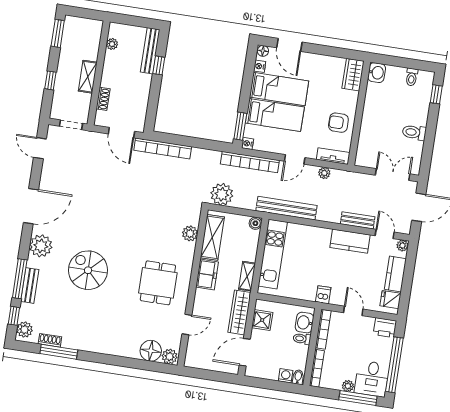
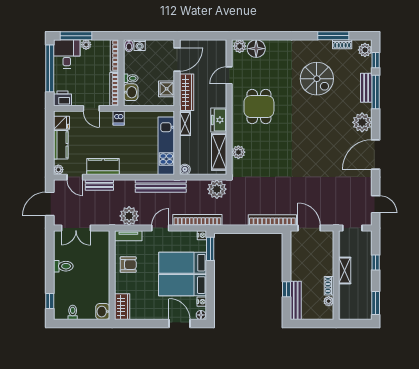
shoe rack: (103, 99) -> (329, 286), moved
plant: (324, 173) -> (129, 216), width x1.88, depth x1.88
spiral stairs: (88, 270) -> (317, 79), moved

